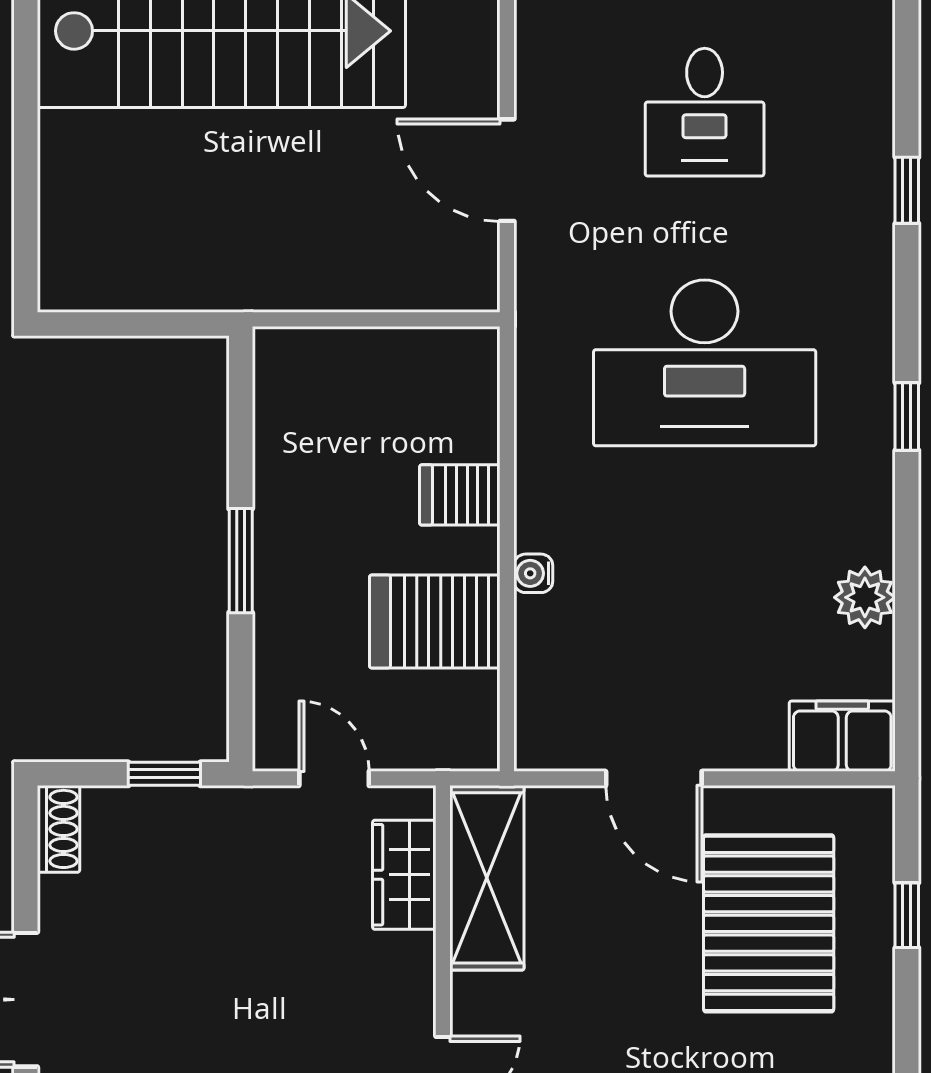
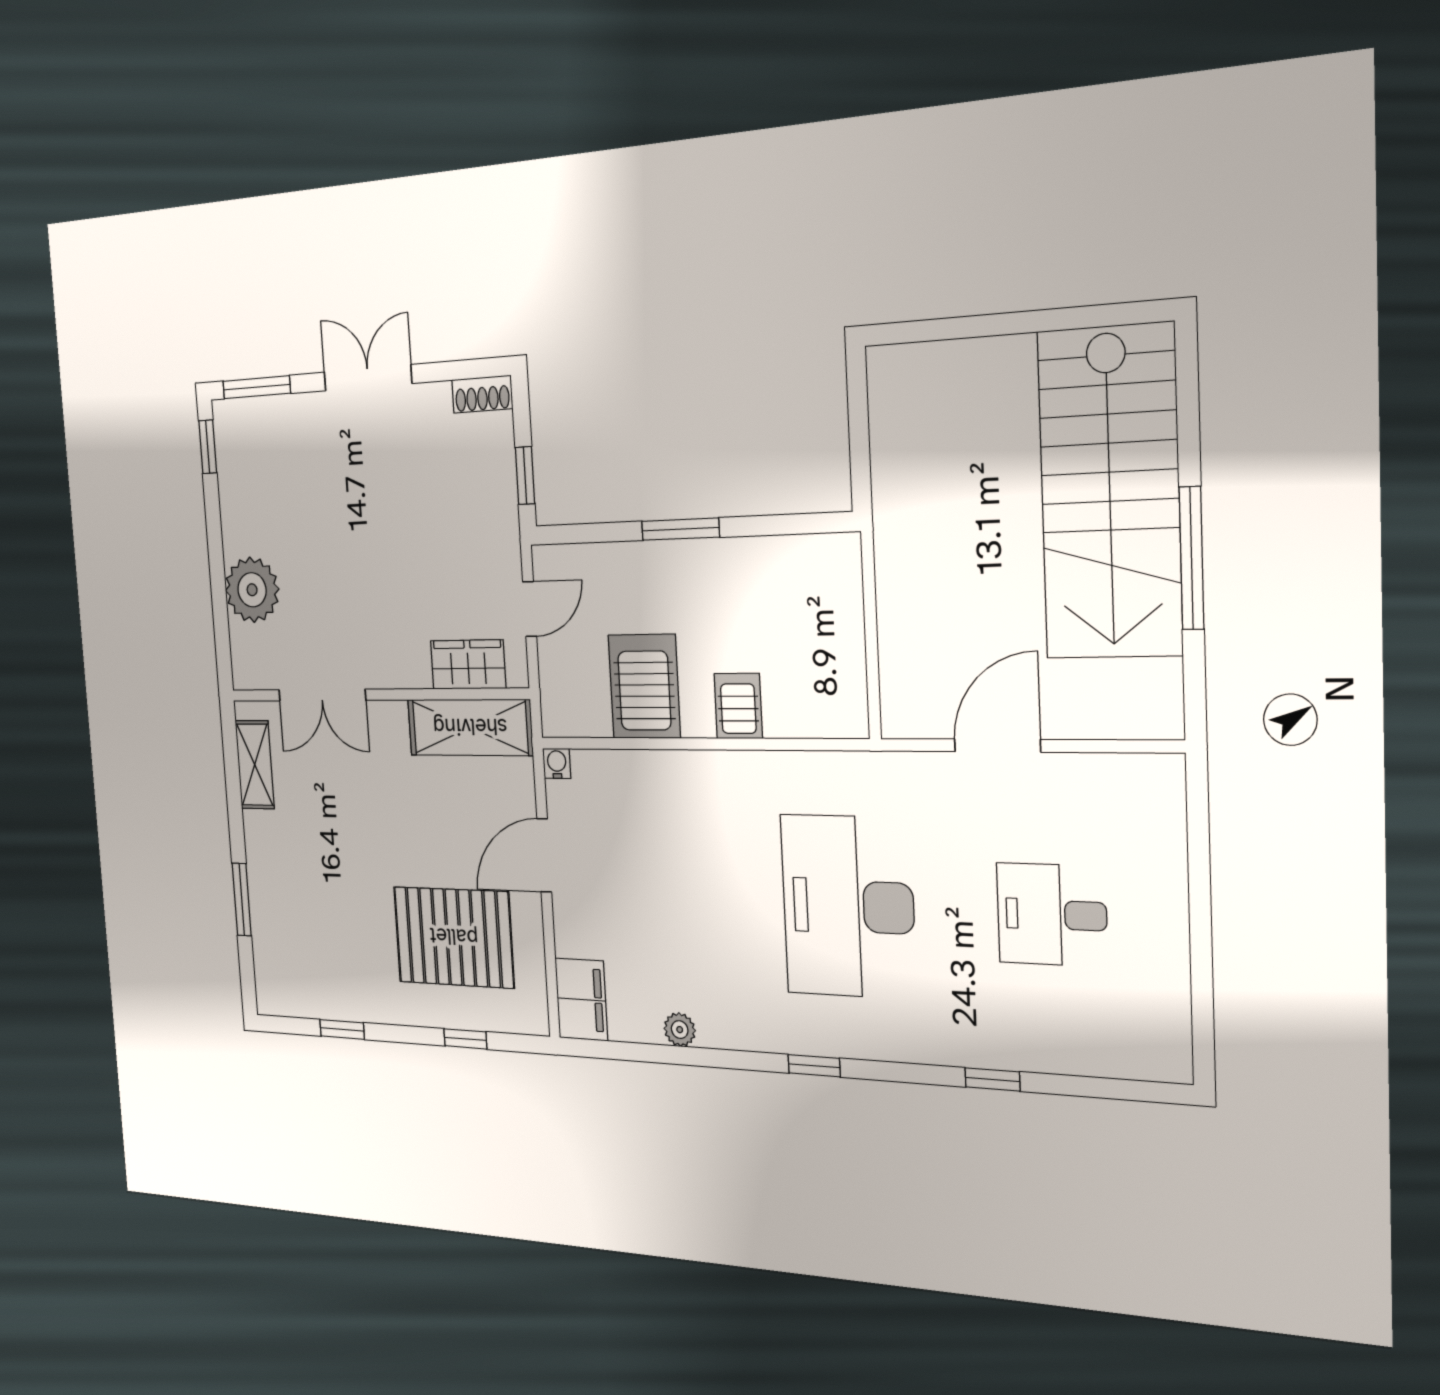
water cooler: (533, 573) -> (557, 763), moved
plant: (865, 597) -> (680, 1030), width x0.73, depth x0.73

